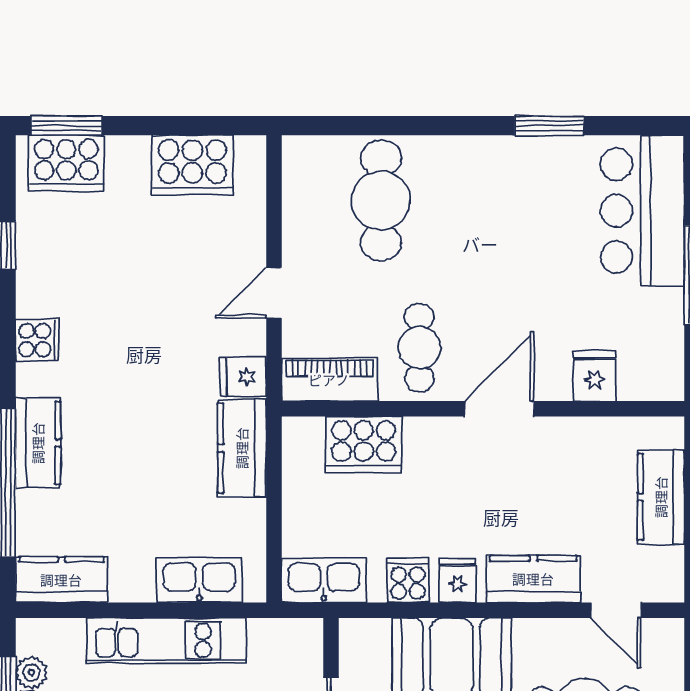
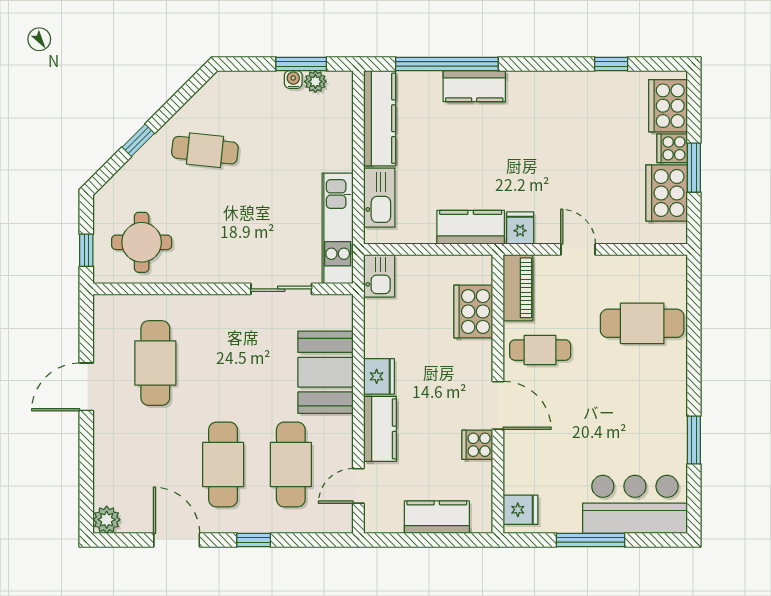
window: (67, 126) -> (694, 168), moved
cooker: (37, 340) -> (672, 148), moved, turned 90
fridge: (595, 376) -> (521, 510), moved
kitchen counter: (61, 580) -> (380, 118), width x1.50
kitchen sink: (324, 580) -> (379, 276), width x0.73
cooker: (408, 580) -> (477, 445), moved, turned 180
fridge: (458, 581) -> (379, 376), width x1.38
kitchen unit: (166, 640) -> (338, 228), moved

